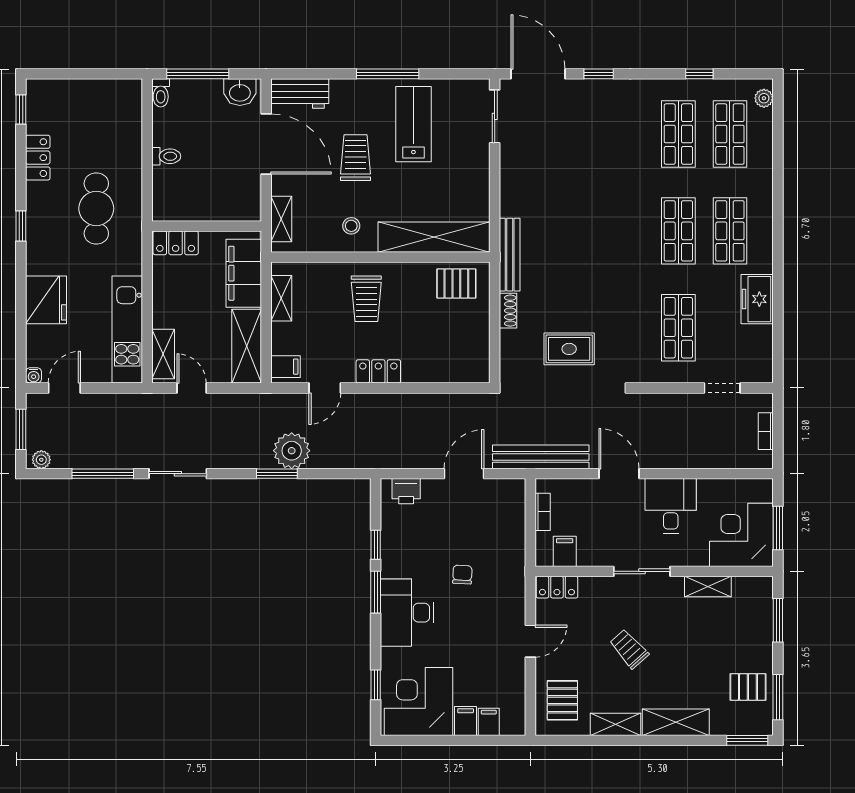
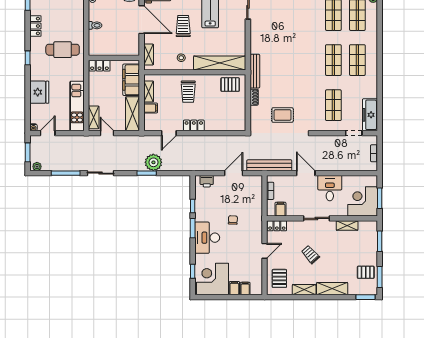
cafe table: (96, 208) -> (63, 50), turned 90
freezer: (757, 299) -> (370, 115), moved, width x1.40
filing cabinet: (286, 367) -> (151, 108), moved

